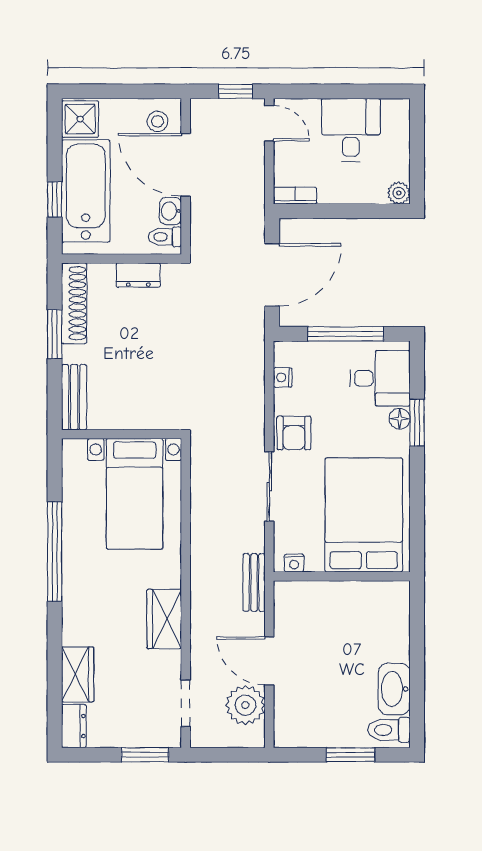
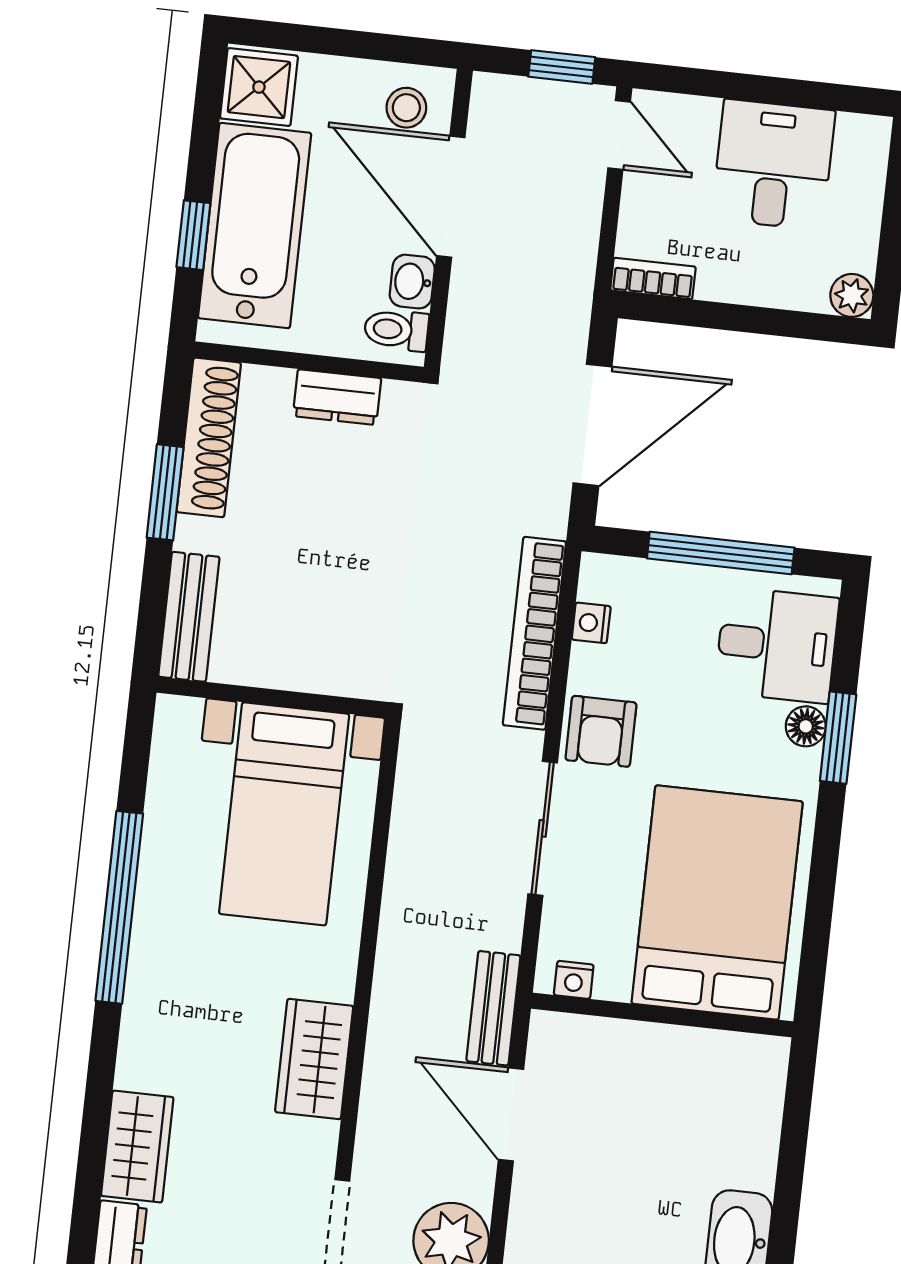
bookcase: (254, 386) -> (534, 633), added
door: (269, 661) -> (511, 1114), moved

